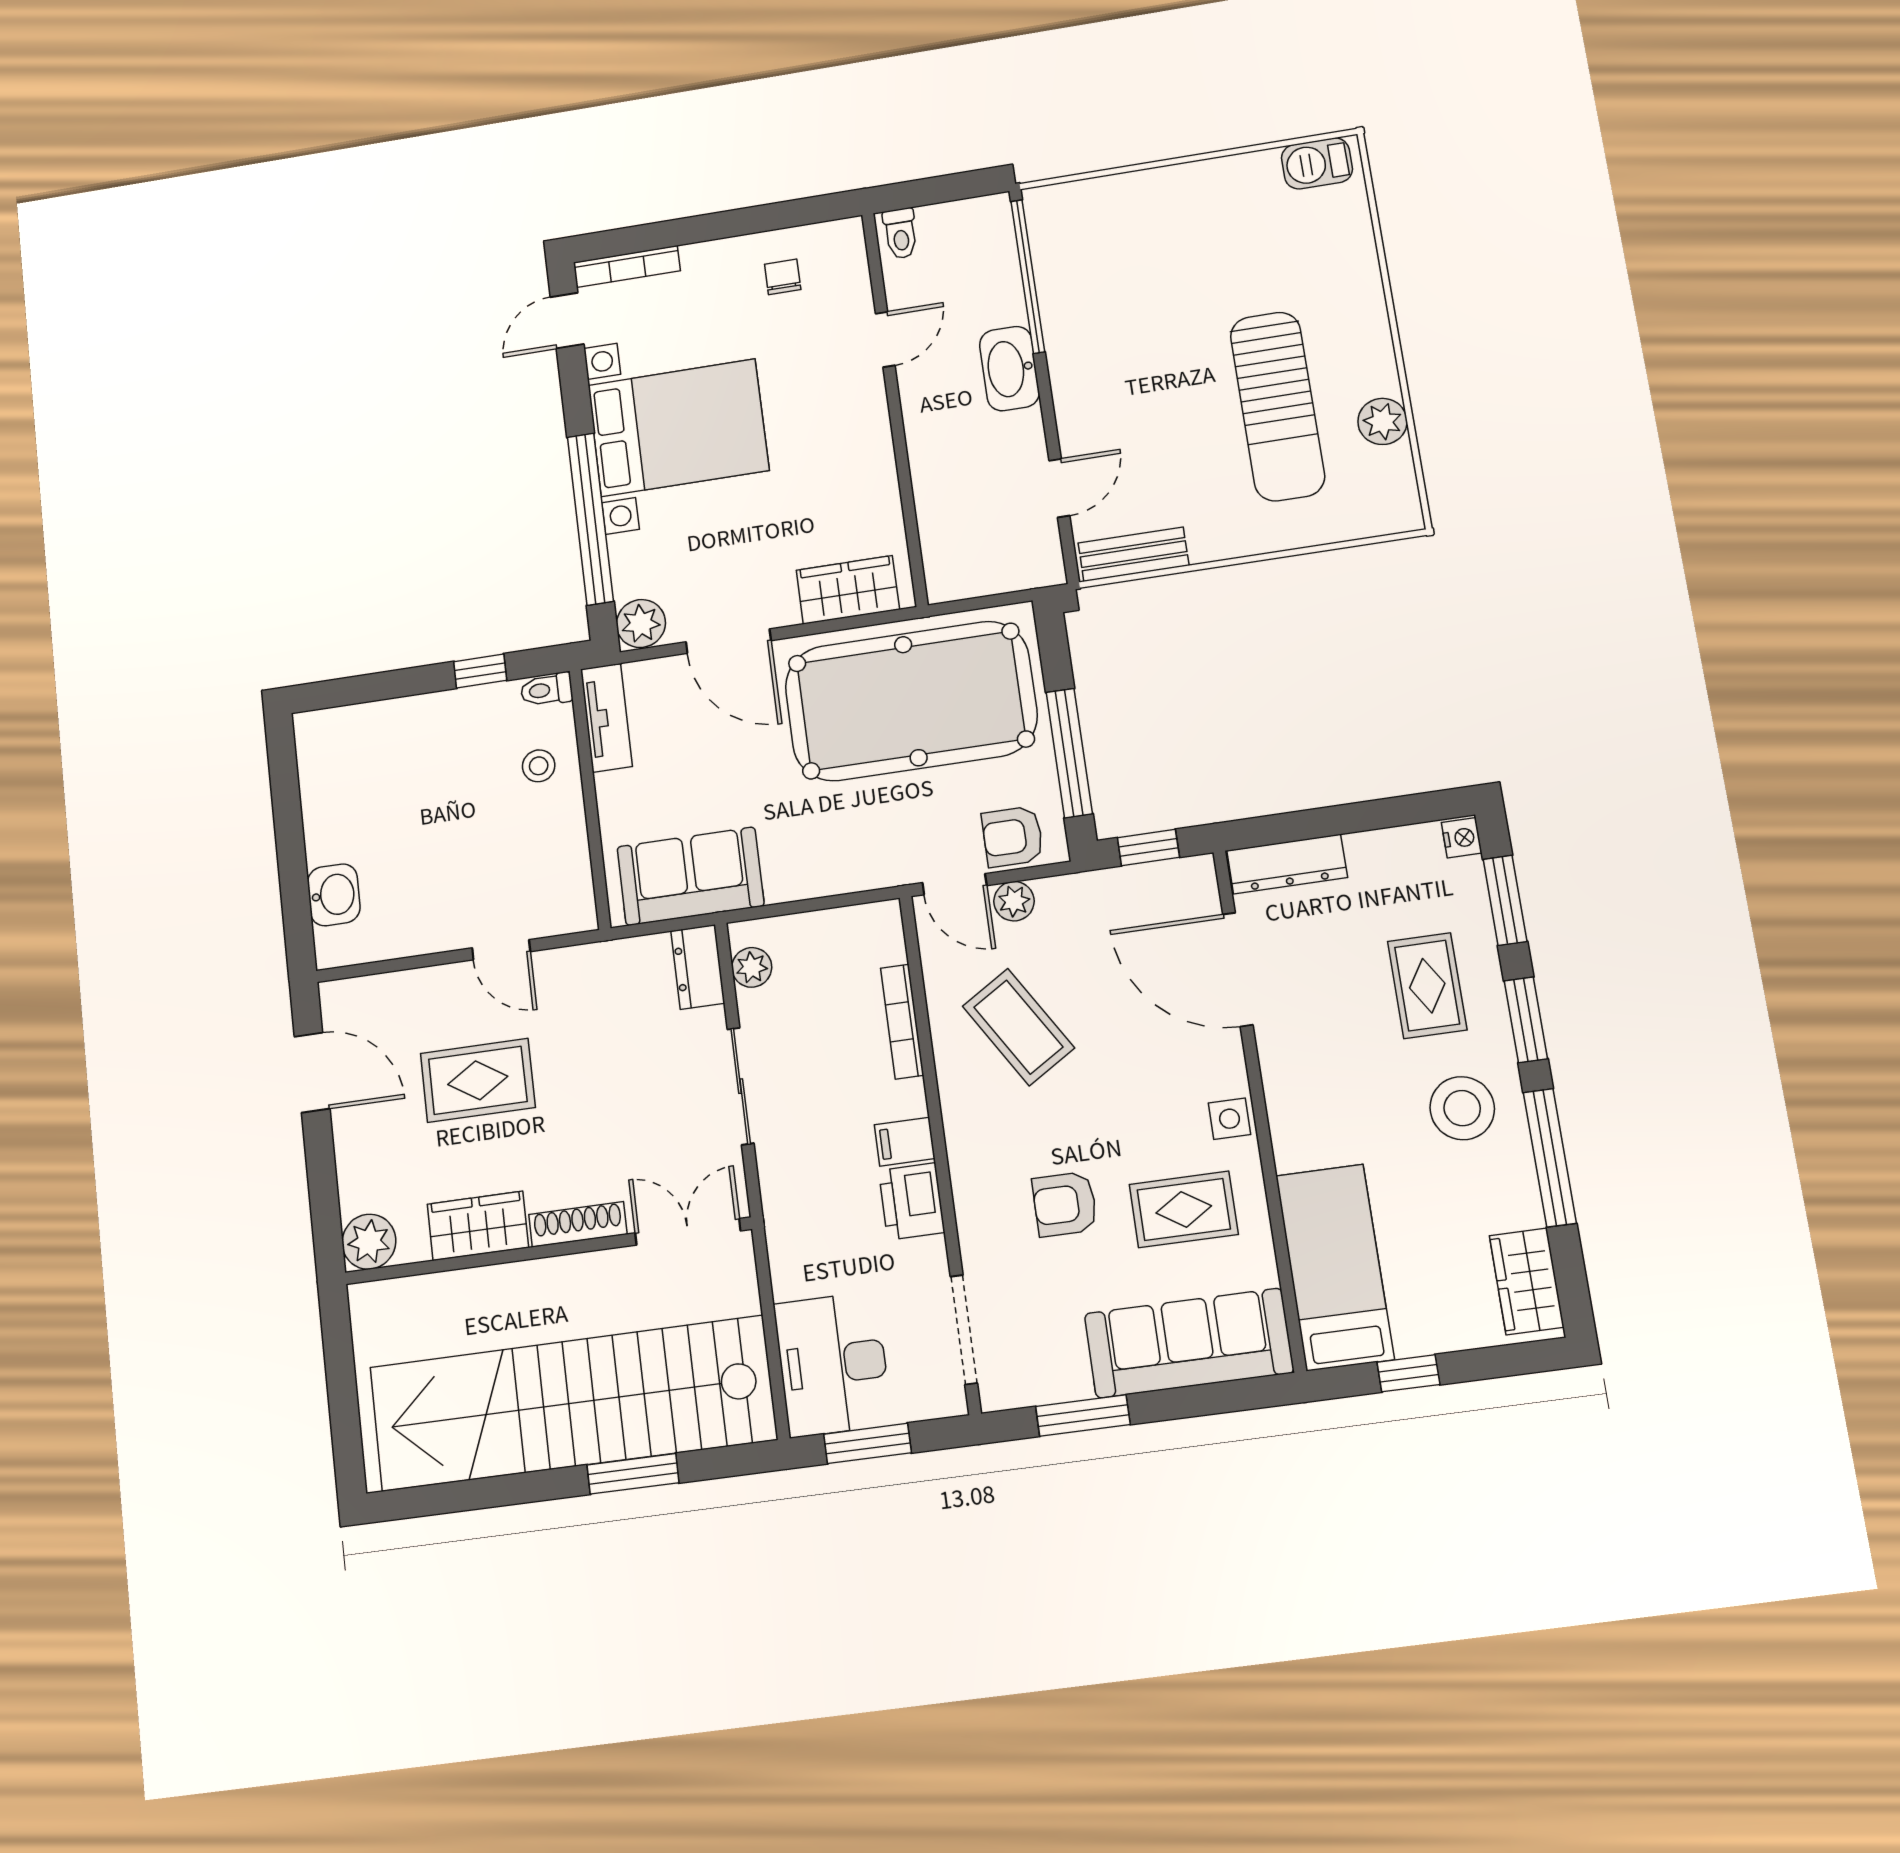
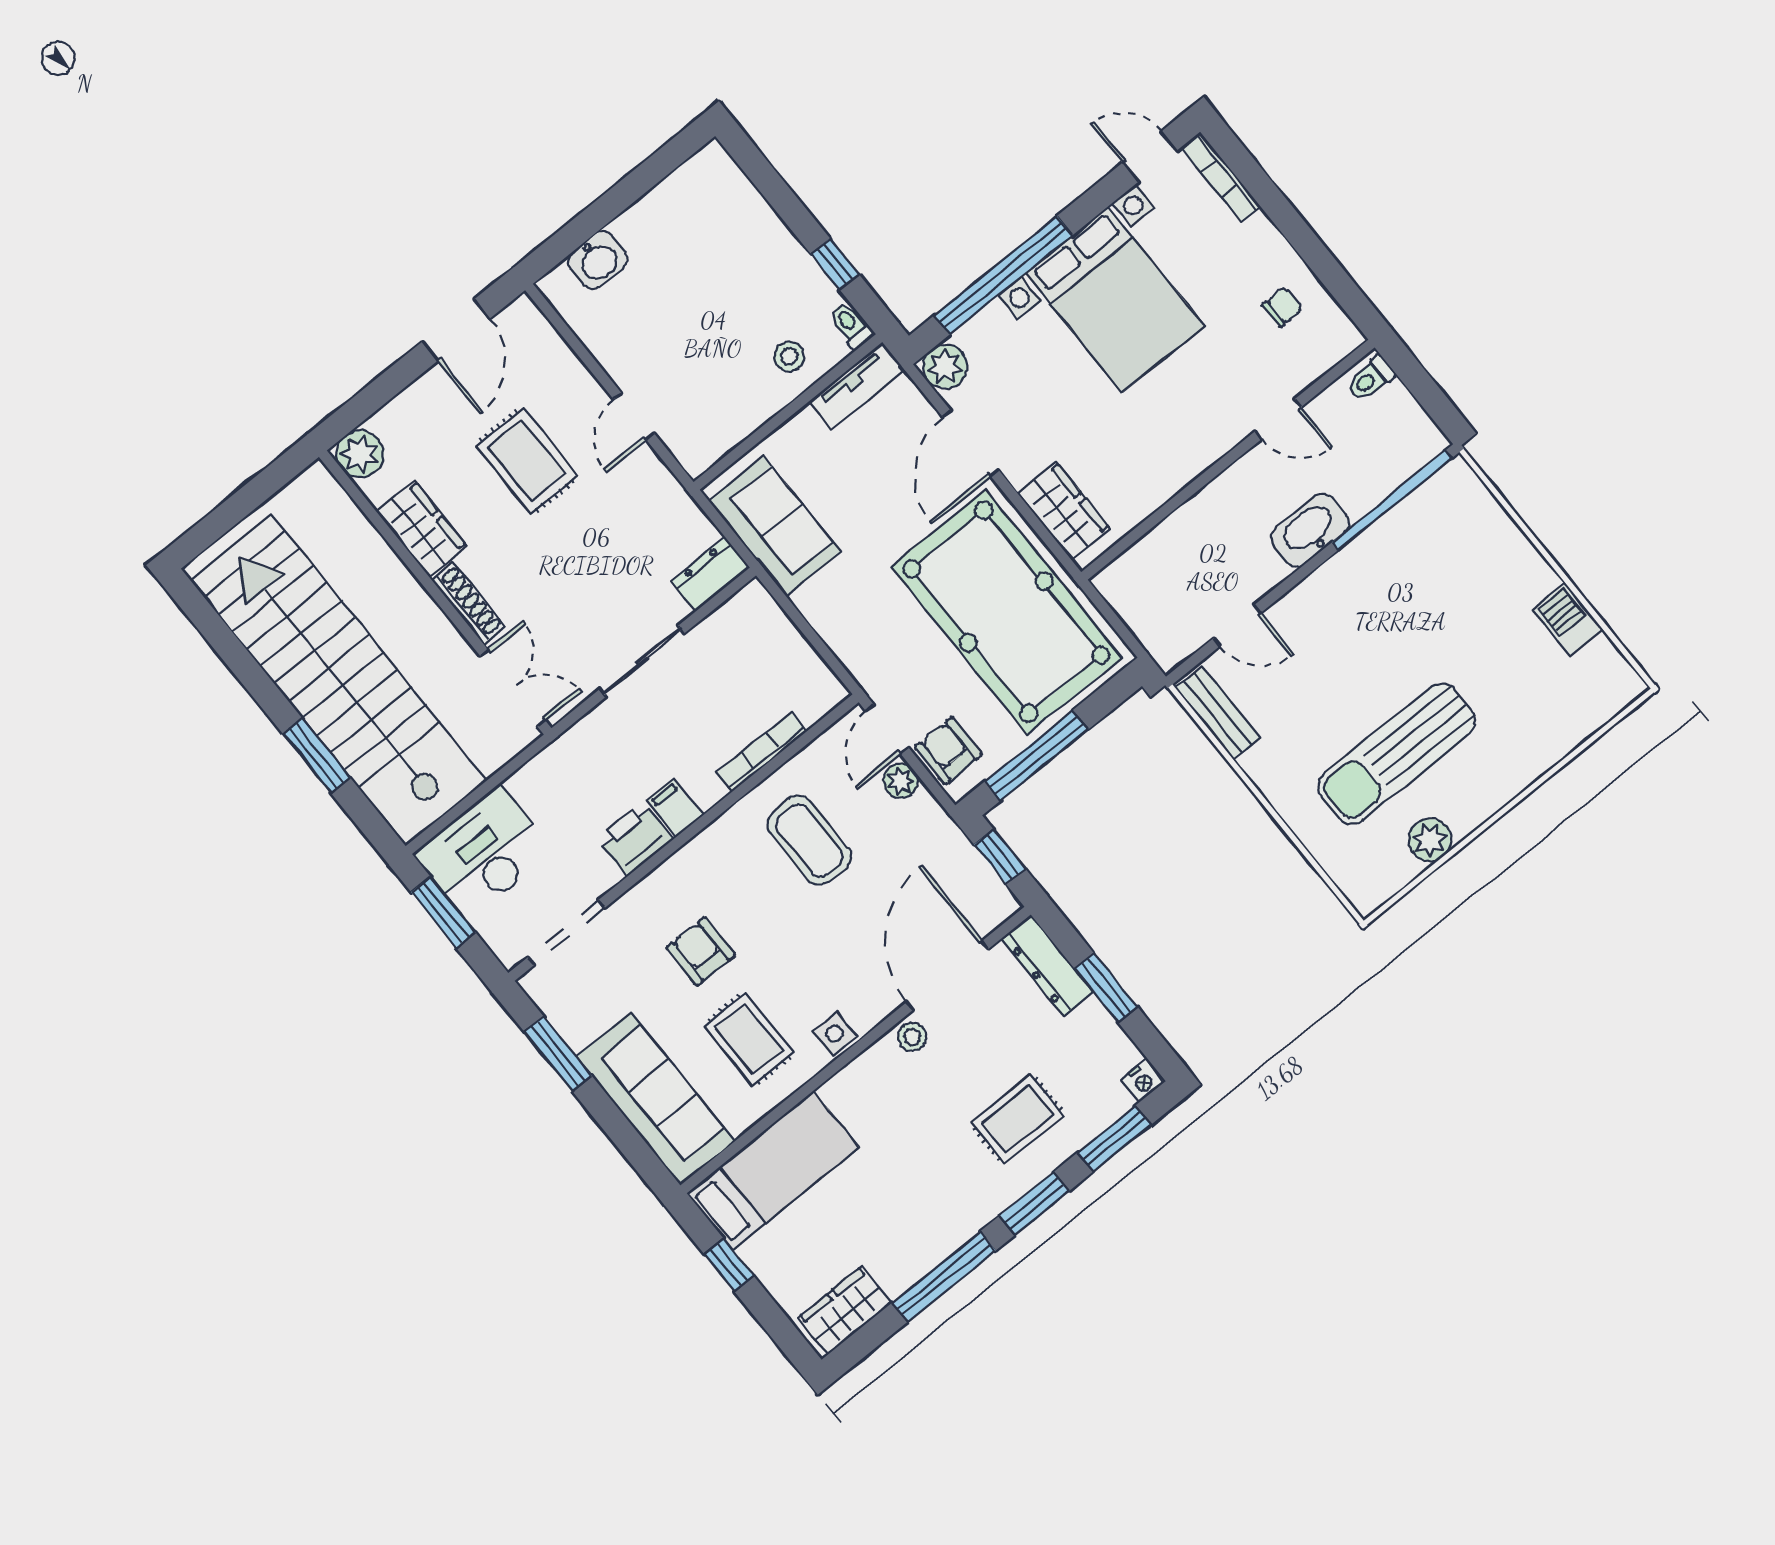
barbecue: (1317, 163) -> (1568, 620), moved
window: (1344, 819) -> (1106, 988), added
plant: (752, 967) -> (734, 615), removed
coffee table: (1018, 1027) -> (809, 840), turned -58
stool: (1462, 1108) -> (912, 1037), moved, width x0.53, depth x0.53

